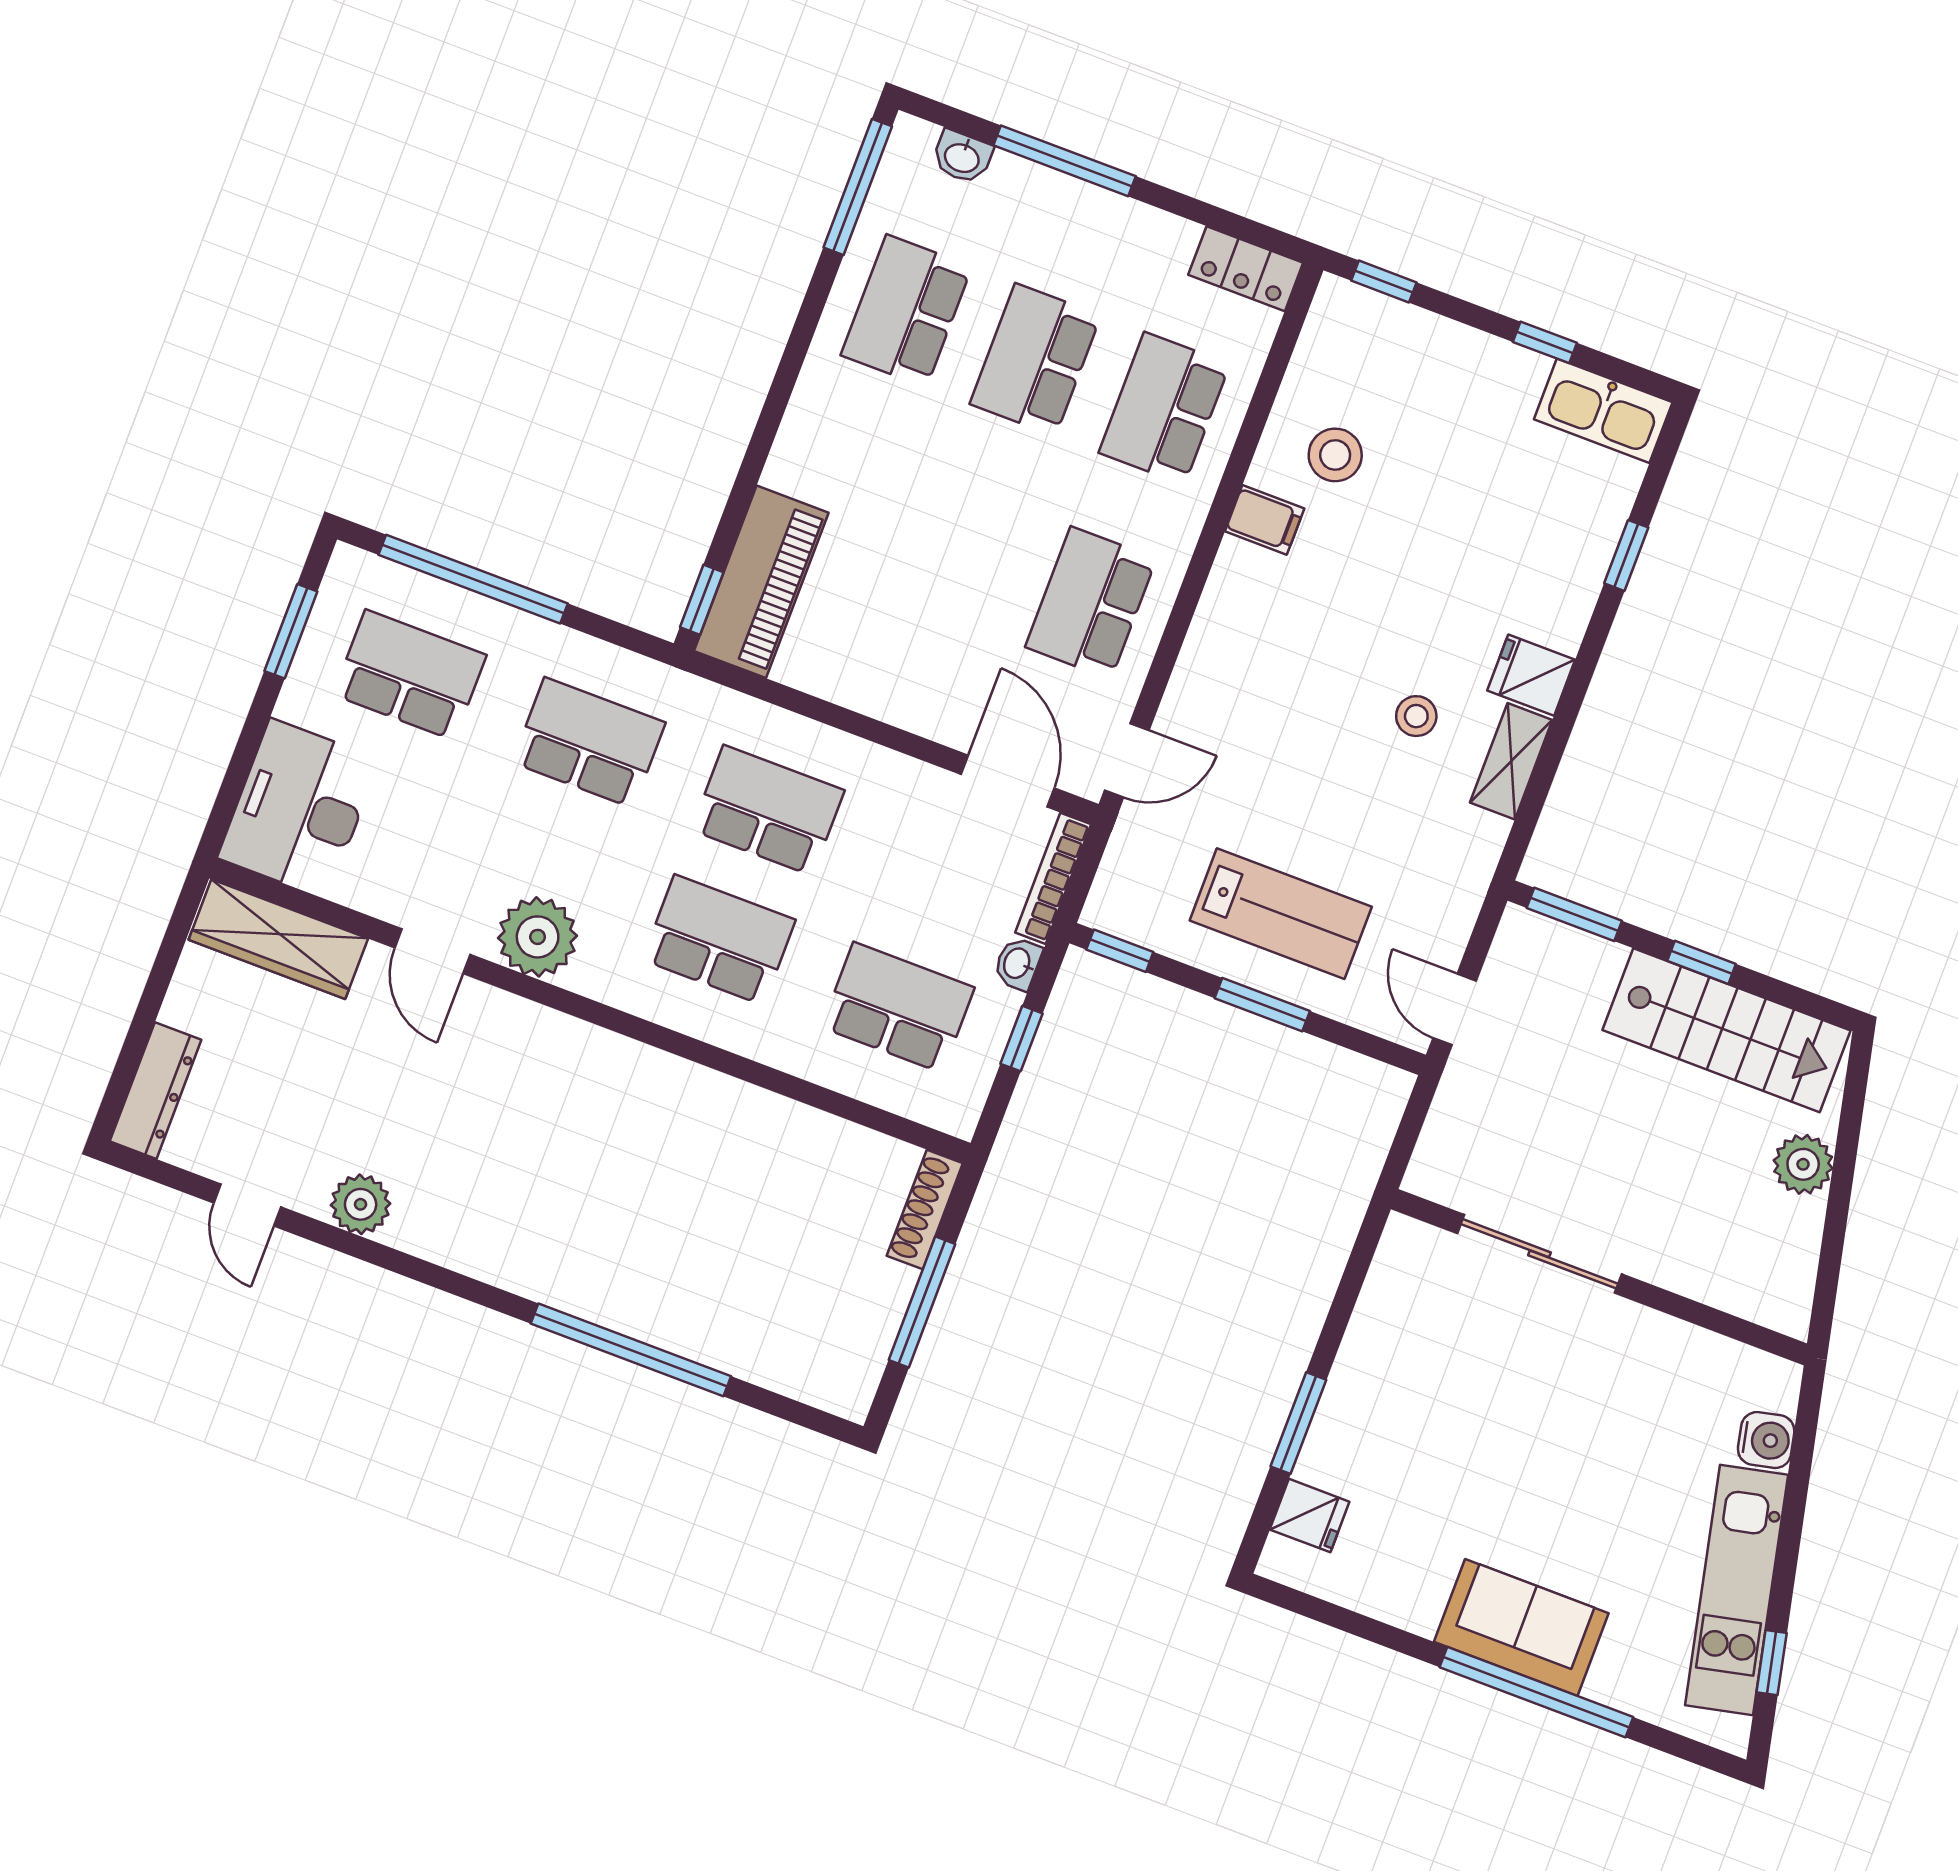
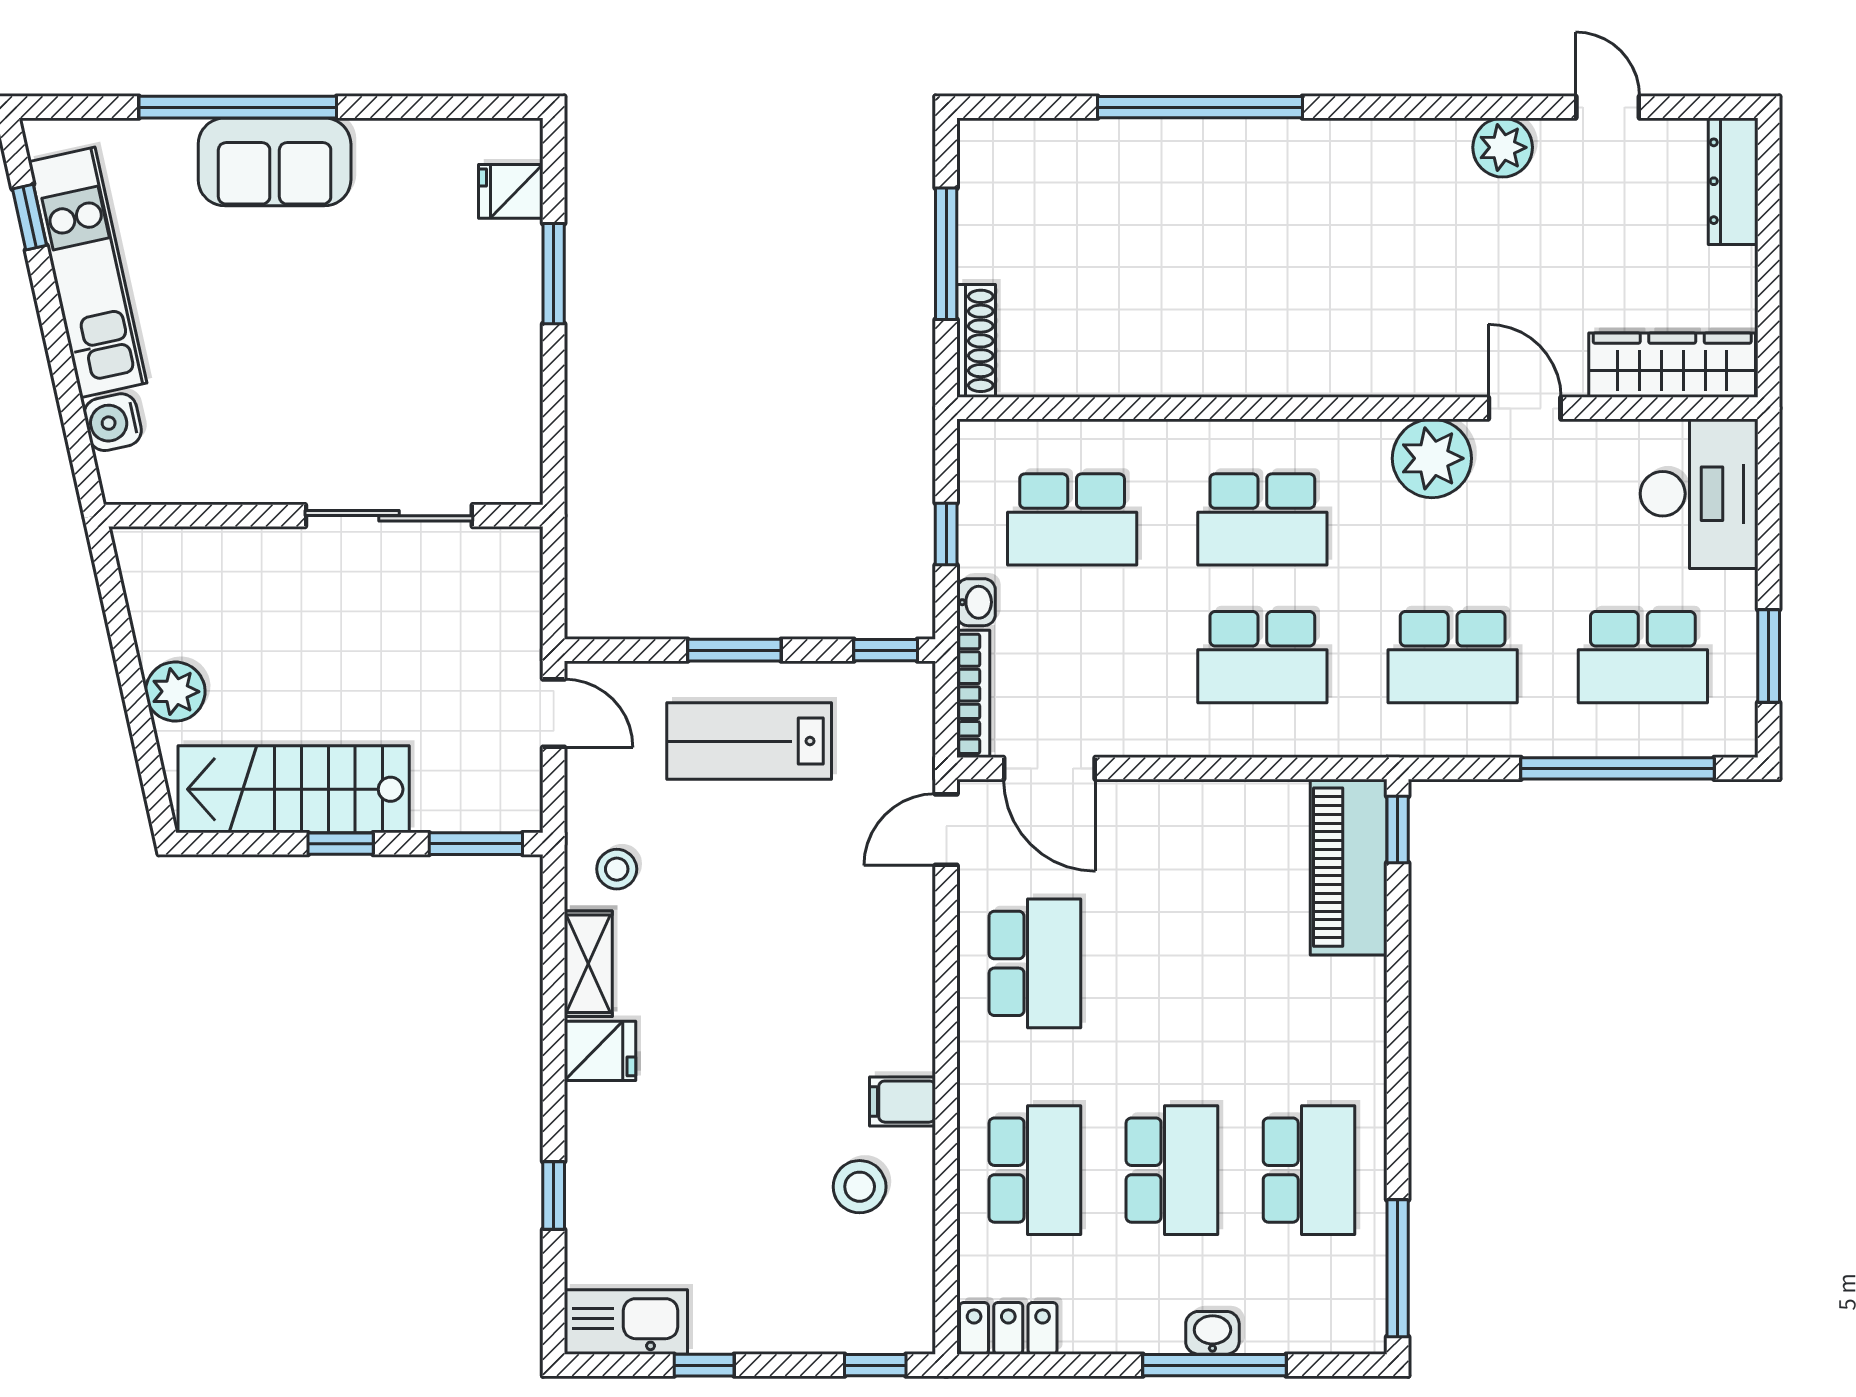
washbasin: (962, 157) -> (1212, 1333), moved
stool: (1416, 716) -> (617, 869), moved

